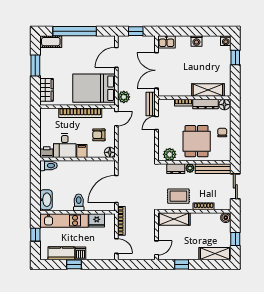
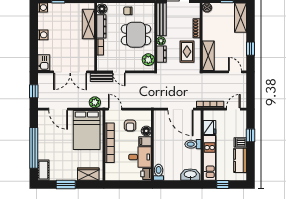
floor lamp: (110, 152) -> (146, 131), moved
window: (74, 264) -> (250, 135), moved

